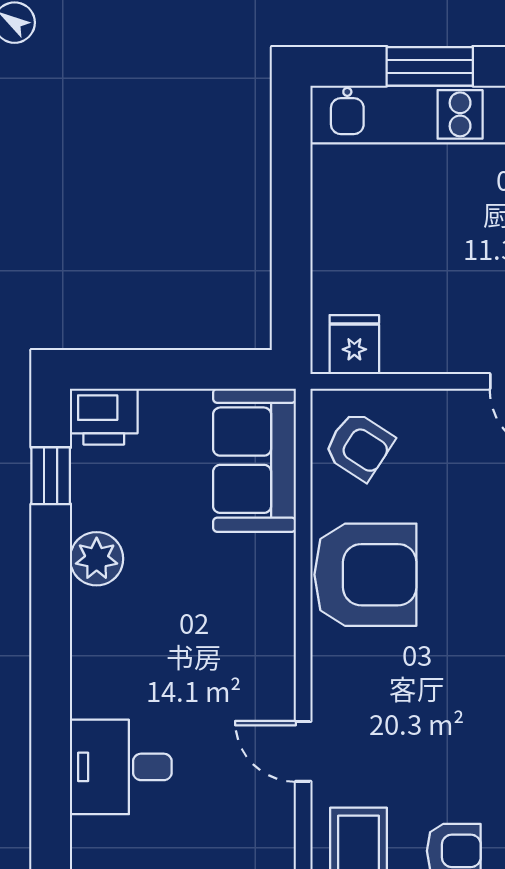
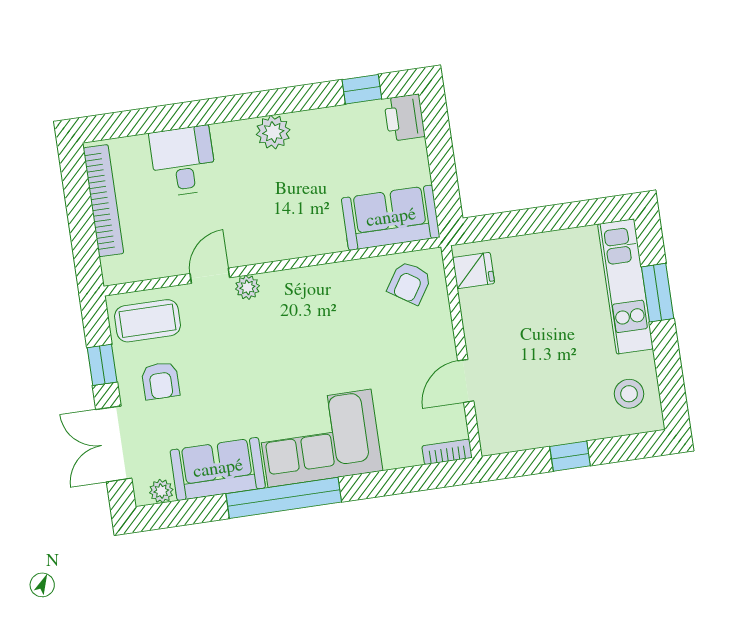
plant: (97, 559) -> (273, 132), moved
armchair: (365, 575) -> (328, 299), removed
plant: (330, 696) -> (247, 287), added

